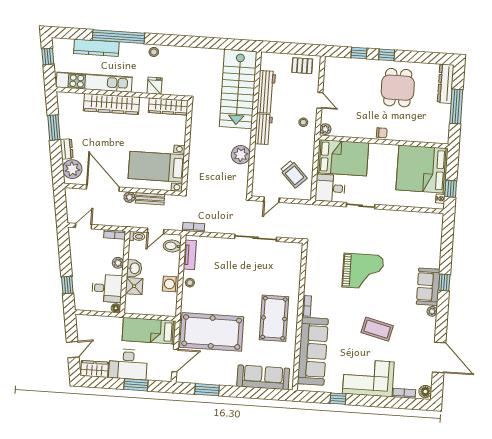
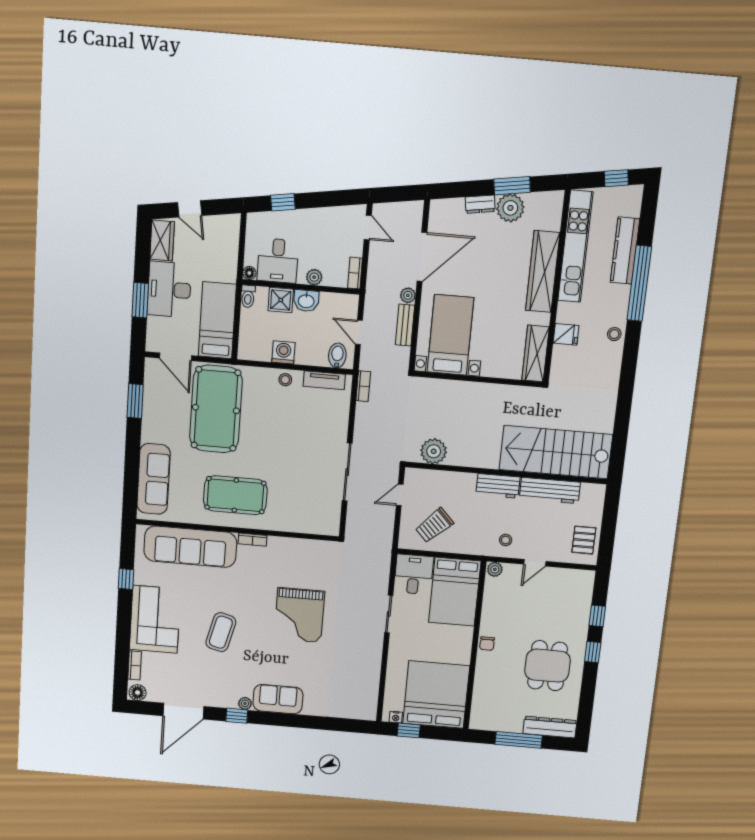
dining table: (398, 88) -> (547, 666), turned 90
plant: (241, 155) -> (434, 451), moved
plant: (72, 169) -> (510, 208), moved
door: (271, 200) -> (400, 495), hinge flipped
toilet: (137, 236) -> (248, 296), moved
window: (444, 282) -> (237, 716), moved

